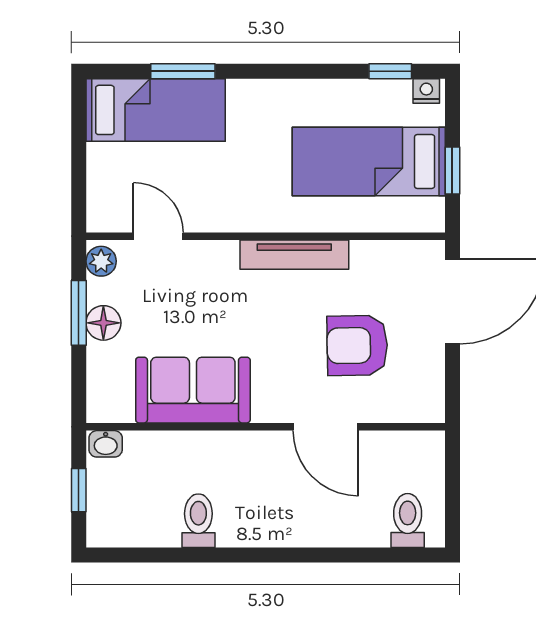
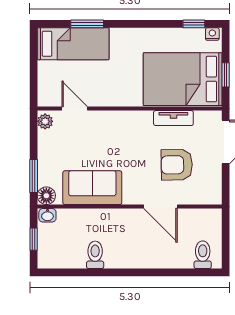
bed: (369, 161) -> (183, 79), width x1.50
tv unit: (294, 255) -> (173, 118), moved, width x0.71
window: (79, 313) -> (34, 176), moved
floor lamp: (103, 323) -> (46, 196), moved

